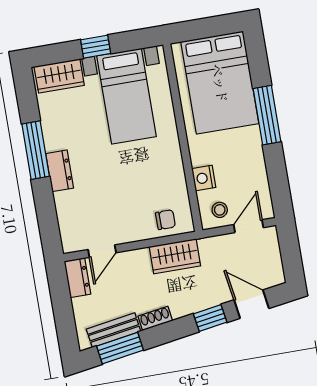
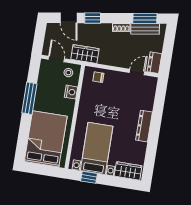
window: (96, 47) -> (89, 177), moved
window: (267, 115) -> (29, 98), moved
window: (36, 150) -> (154, 137), removed
dresser: (60, 171) -> (144, 126), width x1.44
door: (248, 226) -> (56, 59), swing flipped
wardrobe: (175, 256) -> (85, 54), moved

